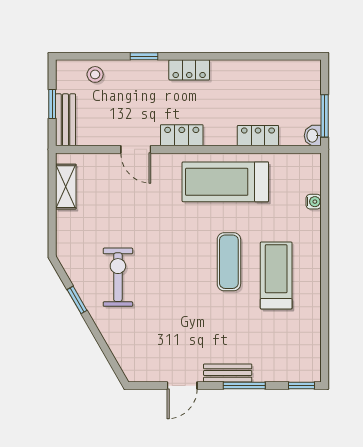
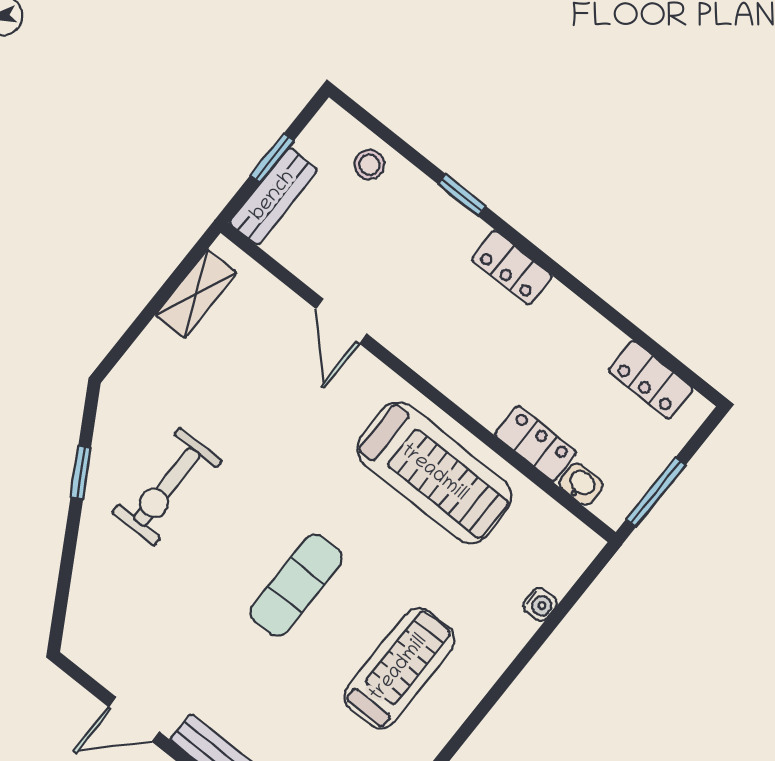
locker: (182, 135) -> (651, 380), moved, turned 180
washbasin: (313, 136) -> (581, 484), moved, turned 90
treadmill: (225, 182) -> (434, 473), turned 180
exercise mat: (229, 262) -> (296, 585), moved
exercise bike: (118, 277) -> (167, 487), turned 180

